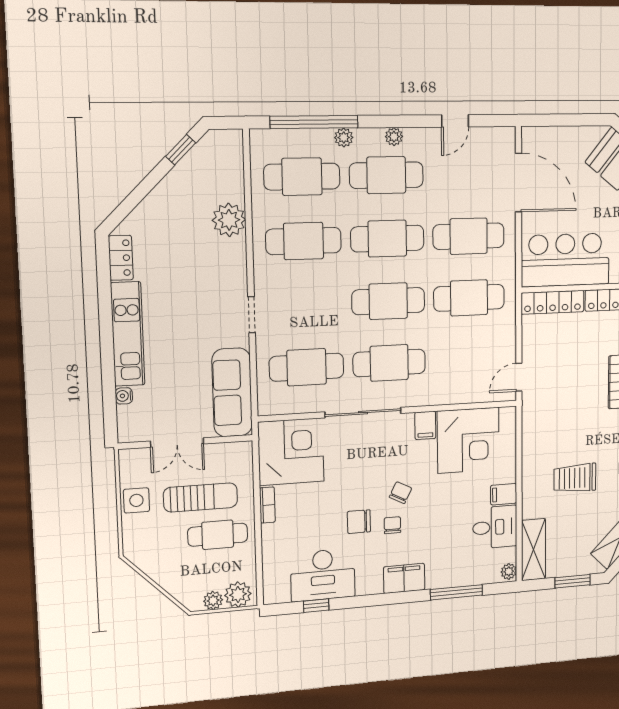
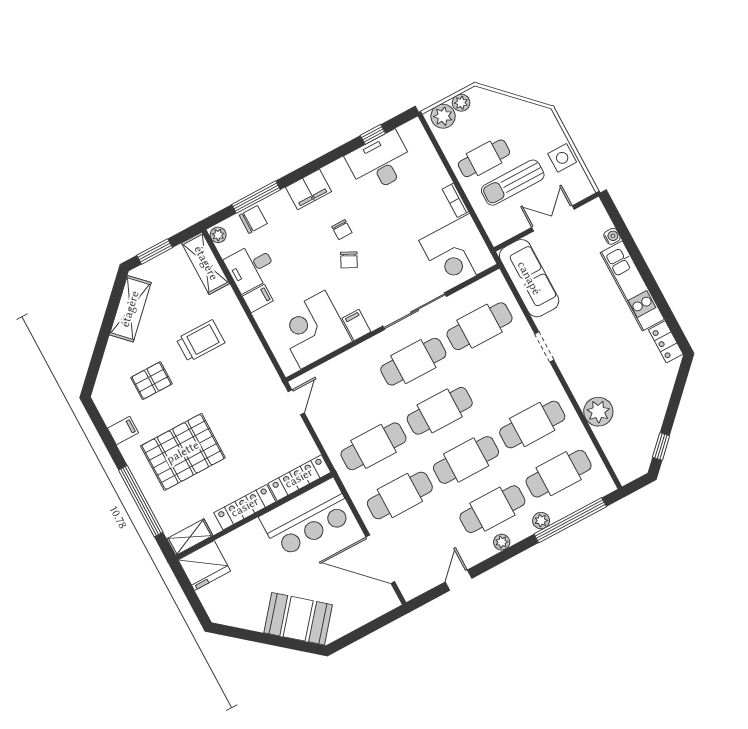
chair: (359, 522) -> (253, 219), moved

